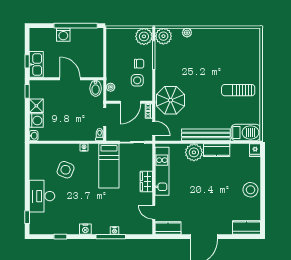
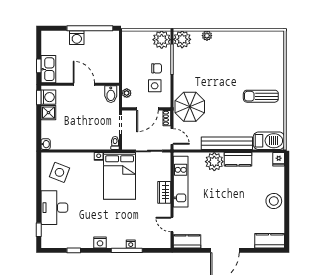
washing machine: (36, 120) -> (48, 97), moved
bed: (109, 166) -> (120, 176), width x1.50
side table: (66, 170) -> (59, 172), moved

